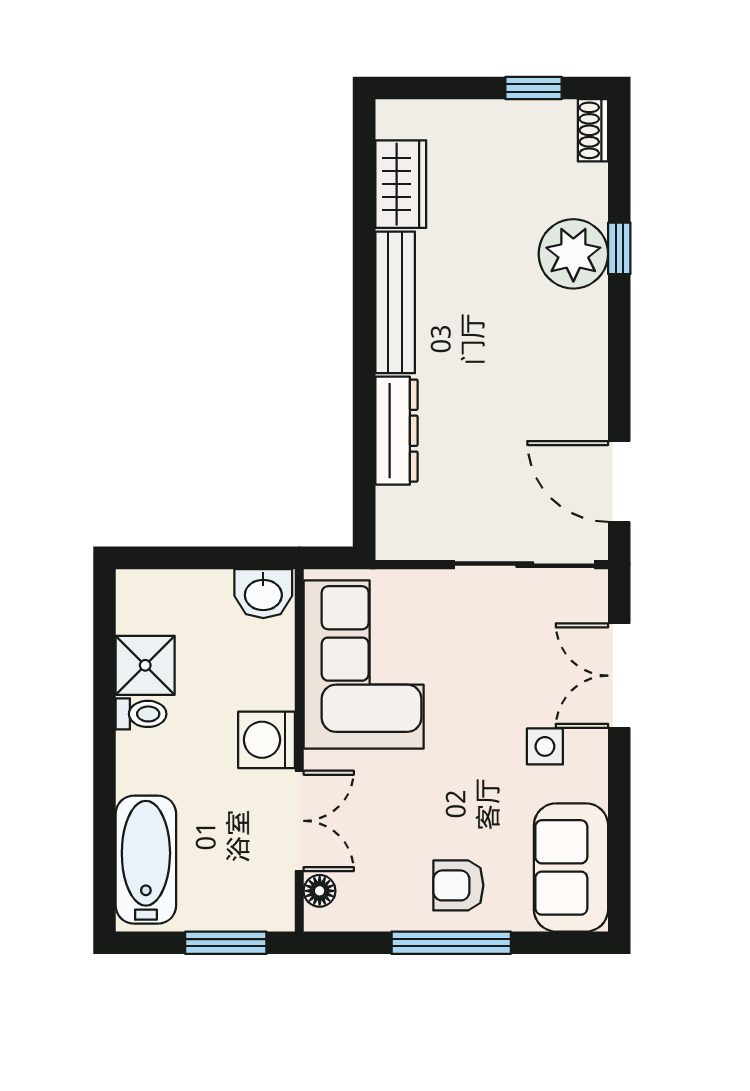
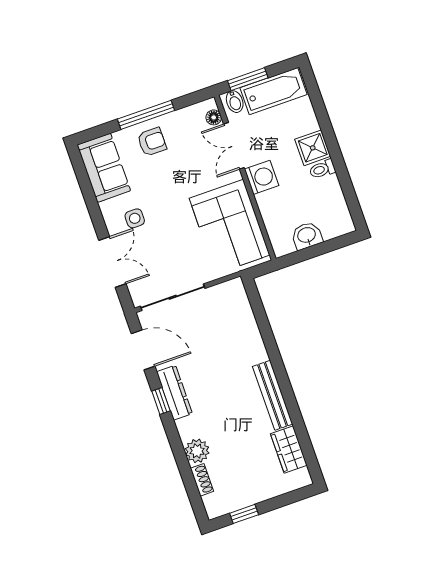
shoe rack: (593, 130) -> (202, 480), moved
window: (619, 248) -> (161, 401), moved
plant: (573, 254) -> (197, 451), width x0.73, depth x0.73
dresser: (396, 431) -> (174, 393), moved, turned 180
washbasin: (263, 594) -> (307, 236), moved
shower: (145, 665) -> (313, 148), moved
bathtub: (146, 860) -> (273, 91), moved, turned -90
bidet: (267, 908) -> (235, 102), added

